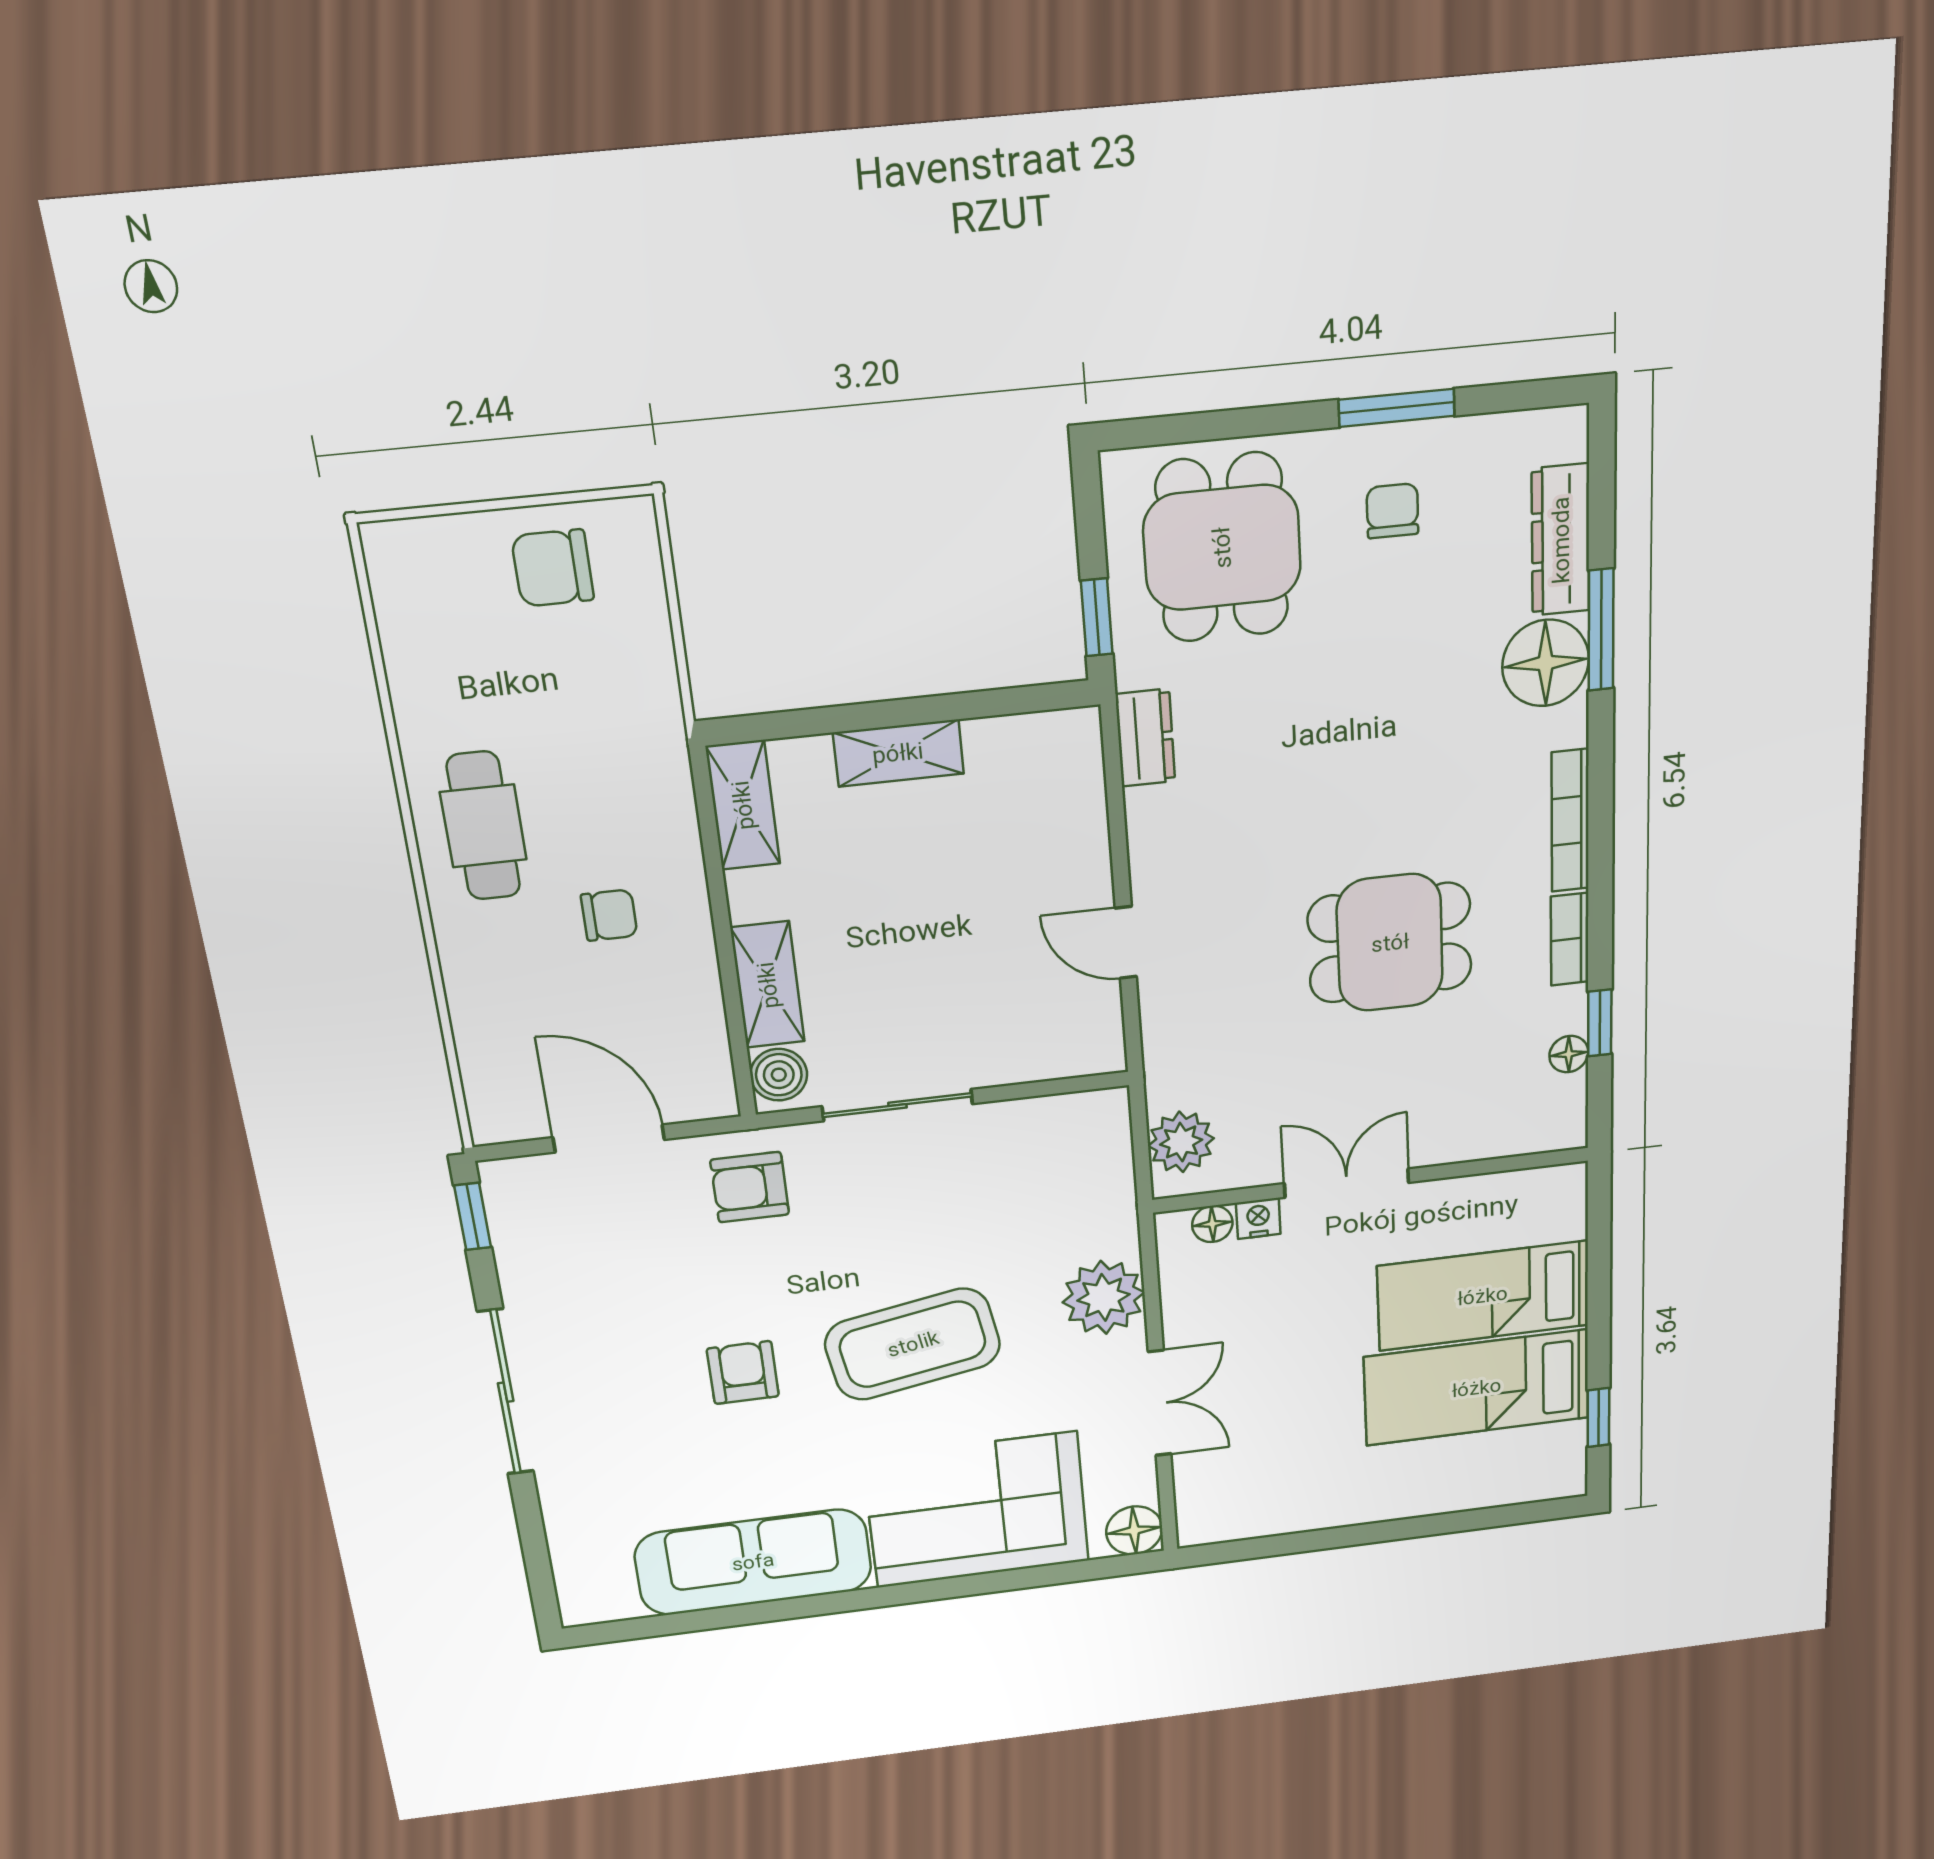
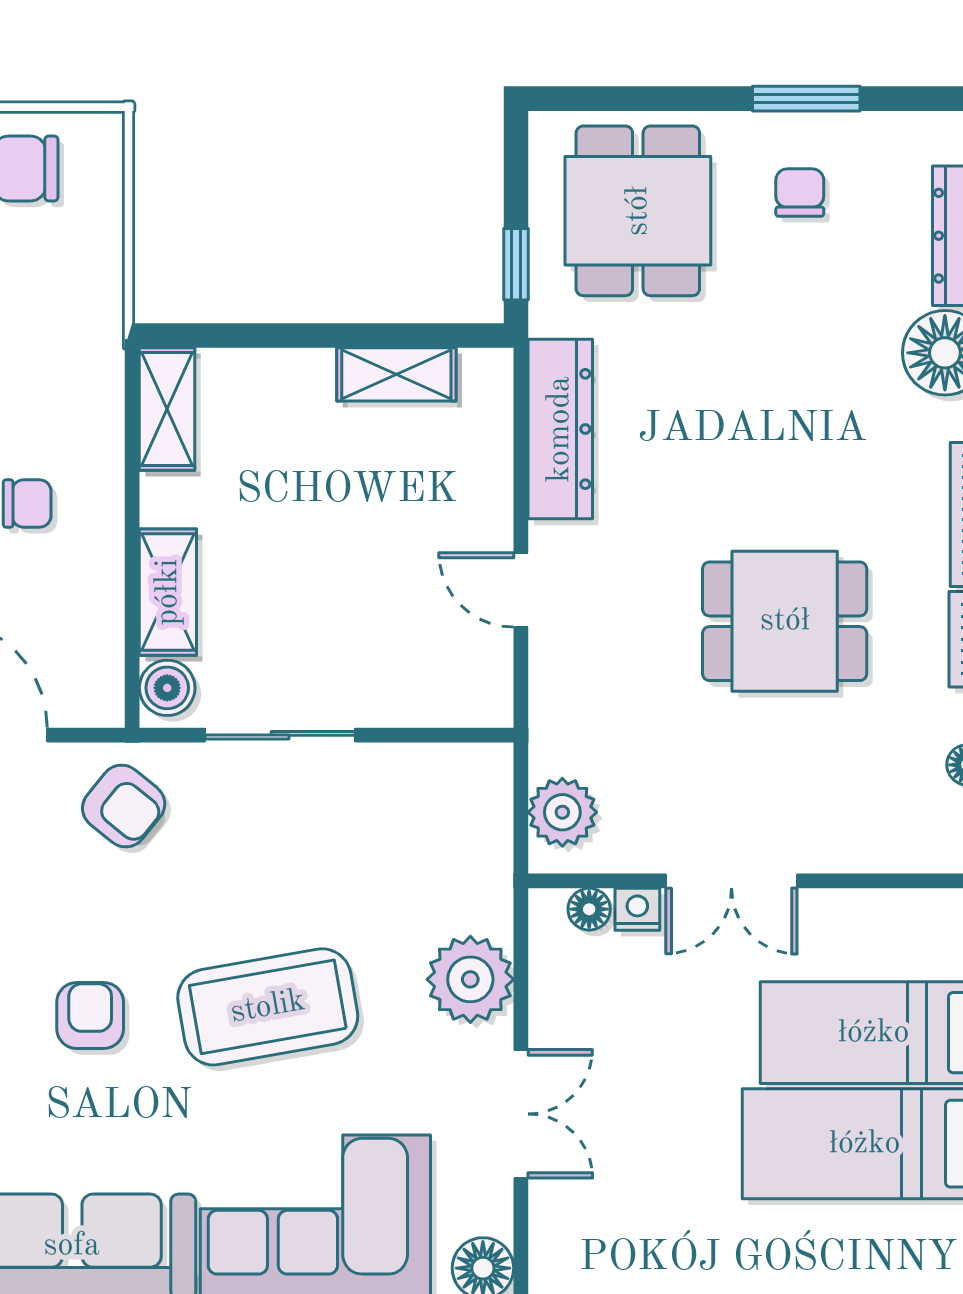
dresser: (1145, 738) -> (560, 429), width x1.96, depth x1.24
shelving: (898, 753) -> (396, 374), moved
double door: (1347, 1183) -> (731, 881), swing flipped
armchair: (750, 1187) -> (124, 806), turned -141

